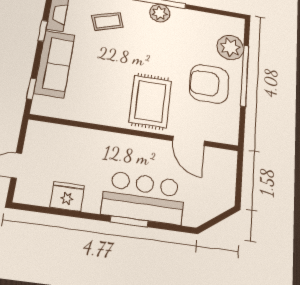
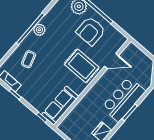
sofa: (54, 64) -> (60, 106), moved, turned -90

